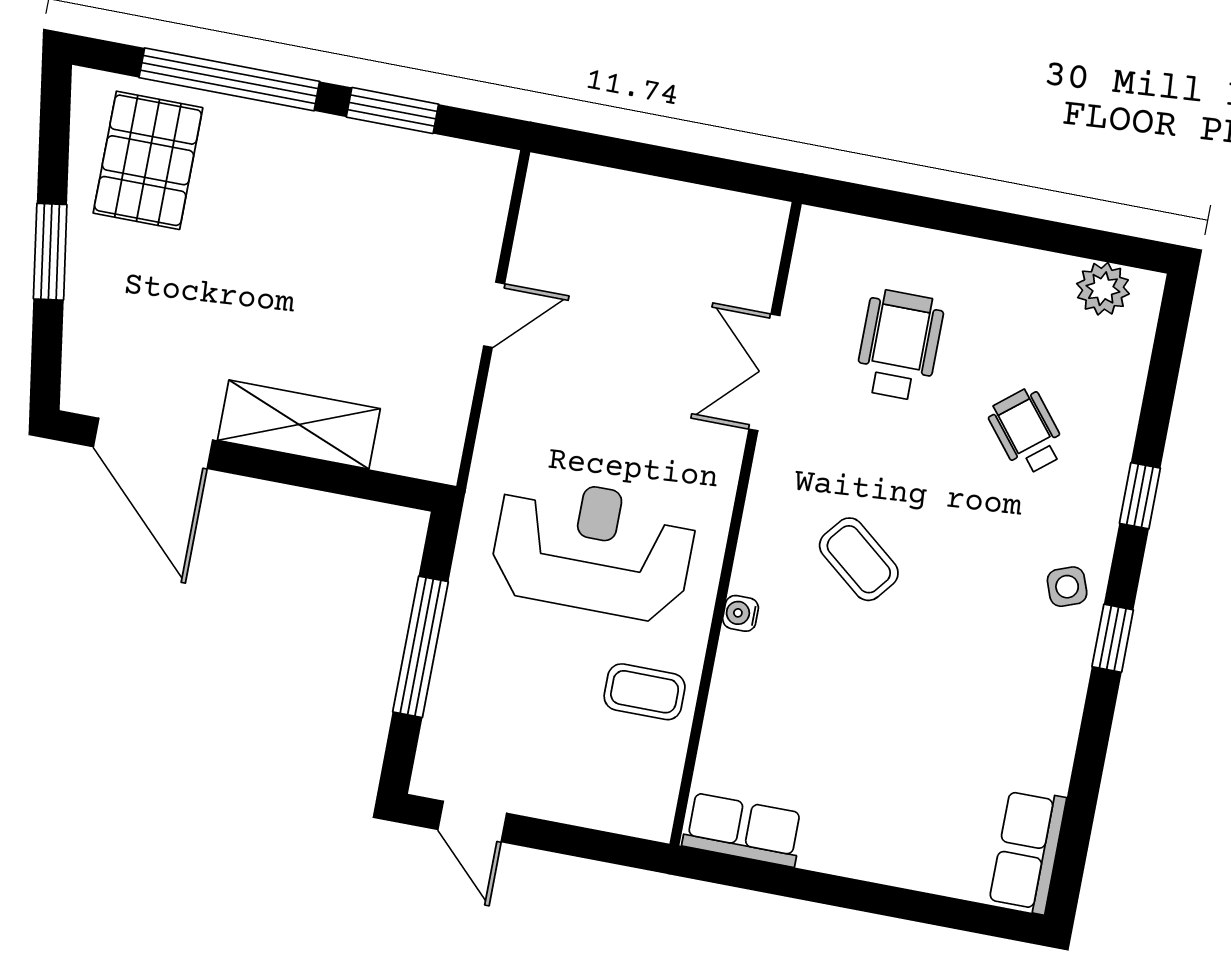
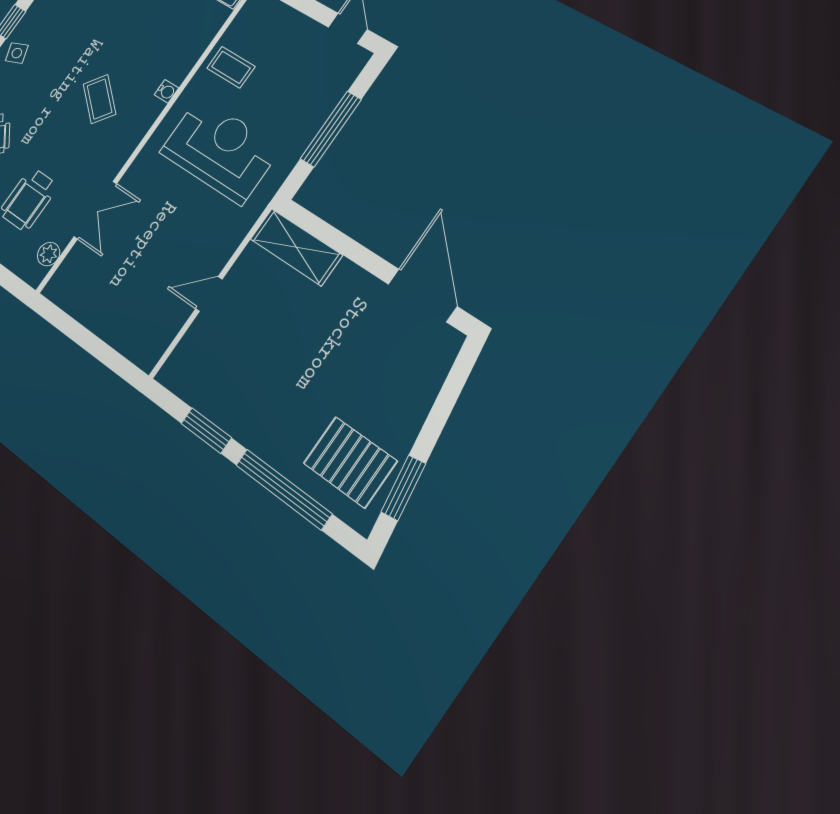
pallet: (148, 160) -> (350, 462), turned 90
window: (50, 252) -> (403, 488), moved
plant: (811, 270) -> (49, 254), added
shelving: (299, 424) -> (296, 247), moved
reception desk: (593, 548) -> (220, 150), turned 180

